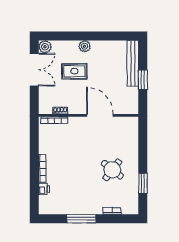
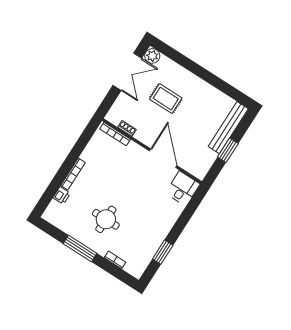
plant: (85, 46) -> (192, 80), removed
desk: (128, 128) -> (183, 188), added
round table: (112, 170) -> (106, 219), moved, turned -38

